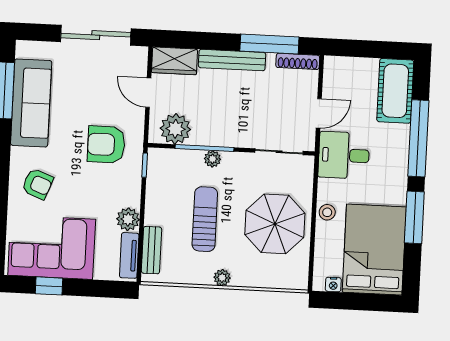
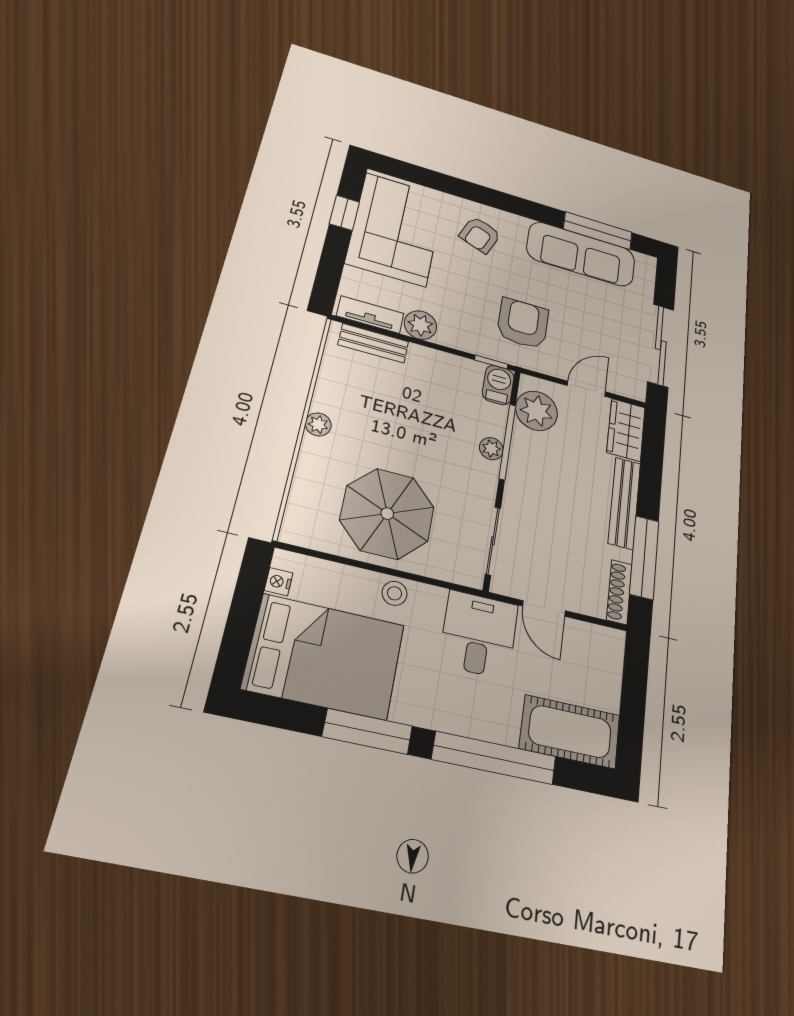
barbecue: (162, 158) -> (498, 385), added
sun lounger: (205, 219) -> (408, 420), removed

